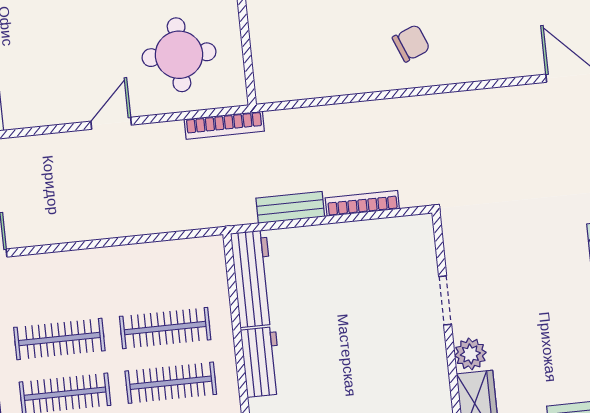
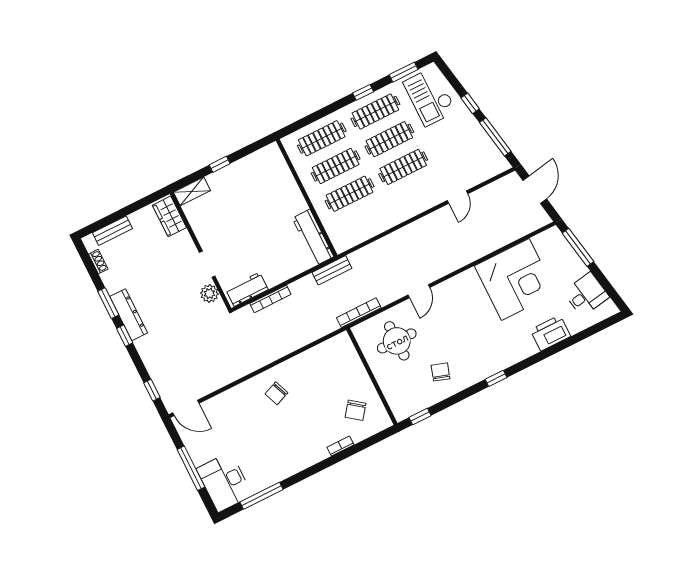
bench: (290, 207) -> (332, 270), moved
plant: (470, 354) -> (209, 293), moved
workbench: (261, 362) -> (247, 289), moved, turned 90

